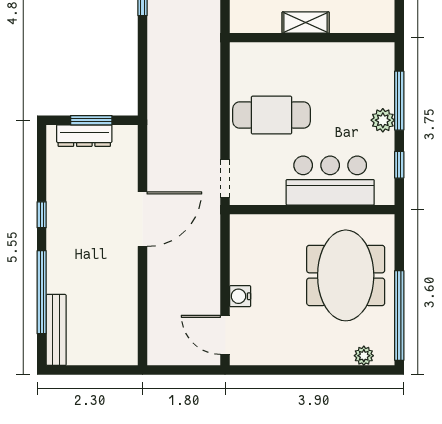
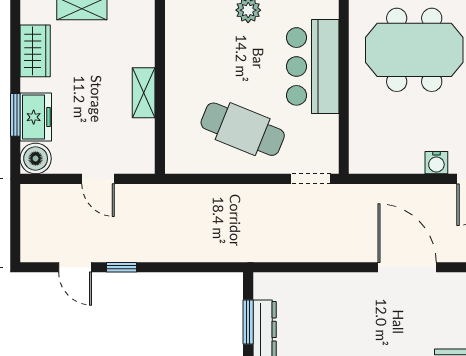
cafe table: (272, 115) -> (243, 129), turned -68
door: (142, 219) -> (407, 267), moved

